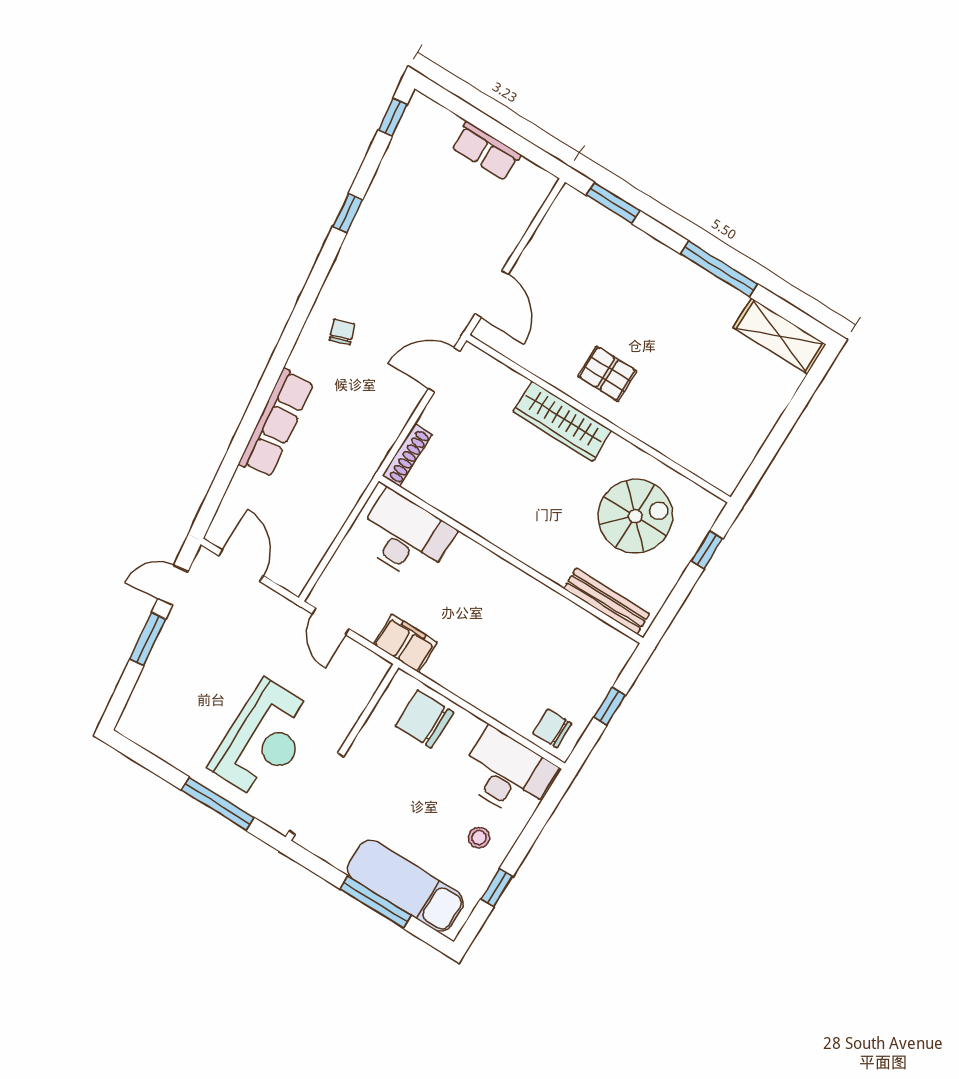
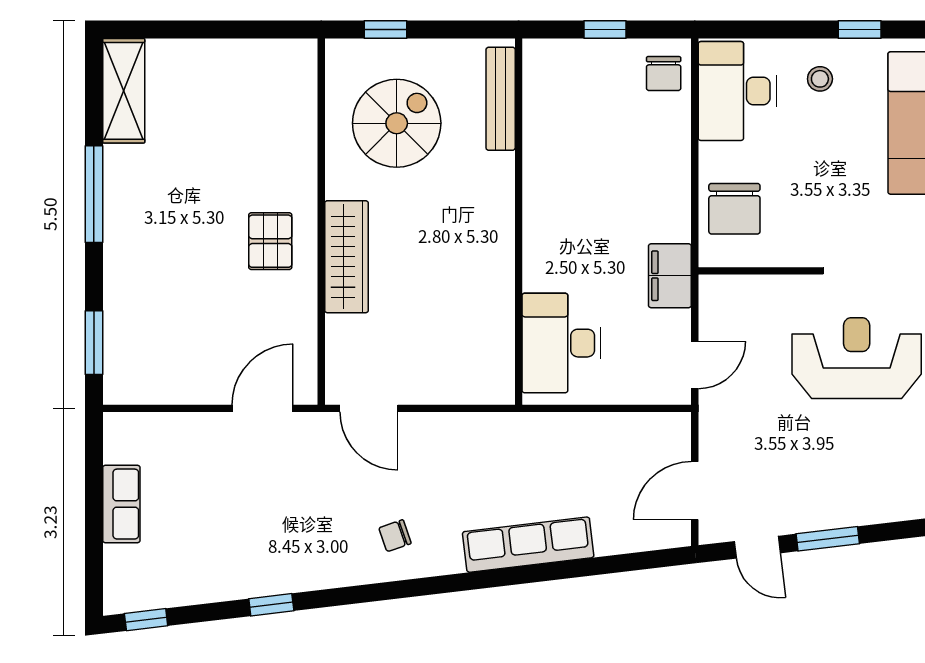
shoe rack: (407, 455) -> (479, 392), removed
spiral stairs: (635, 516) -> (397, 123), turned 90

